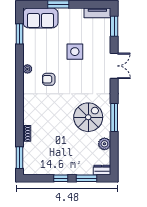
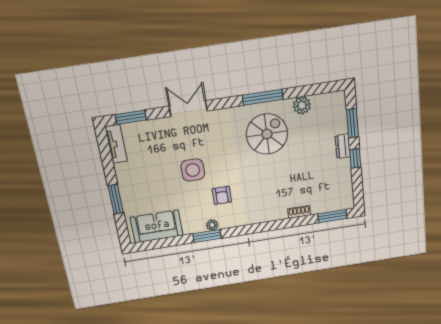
sofa: (40, 18) -> (157, 226), moved, turned -90
window: (20, 34) -> (207, 236), moved
side table: (75, 52) -> (193, 170), moved
spiral stairs: (88, 117) -> (267, 134), turned 90
dresser: (102, 170) -> (343, 146), moved

